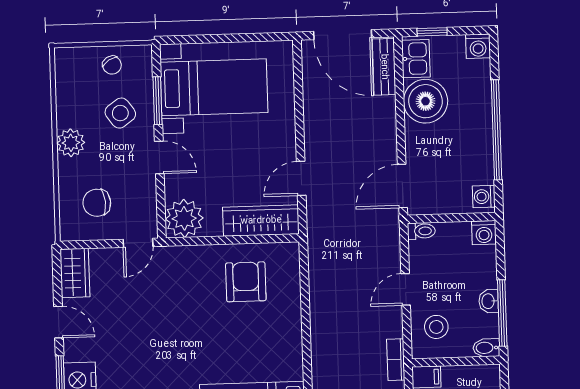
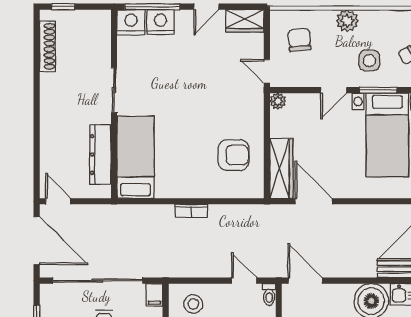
side table: (120, 113) -> (369, 61), turned 36
door: (301, 178) -> (314, 201), width x1.38
plant: (184, 218) -> (278, 101), width x0.53, depth x0.53
door: (406, 289) -> (244, 281), moved
bookcase: (396, 360) -> (191, 211), moved, turned 180

